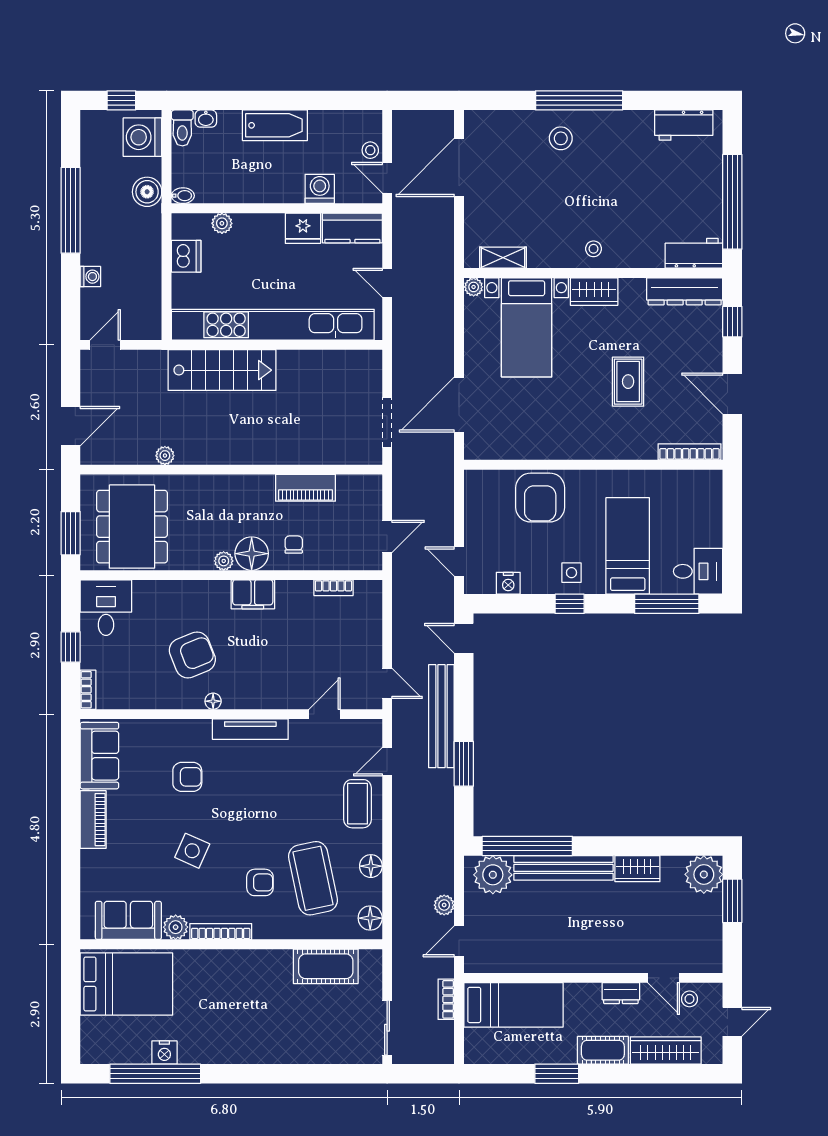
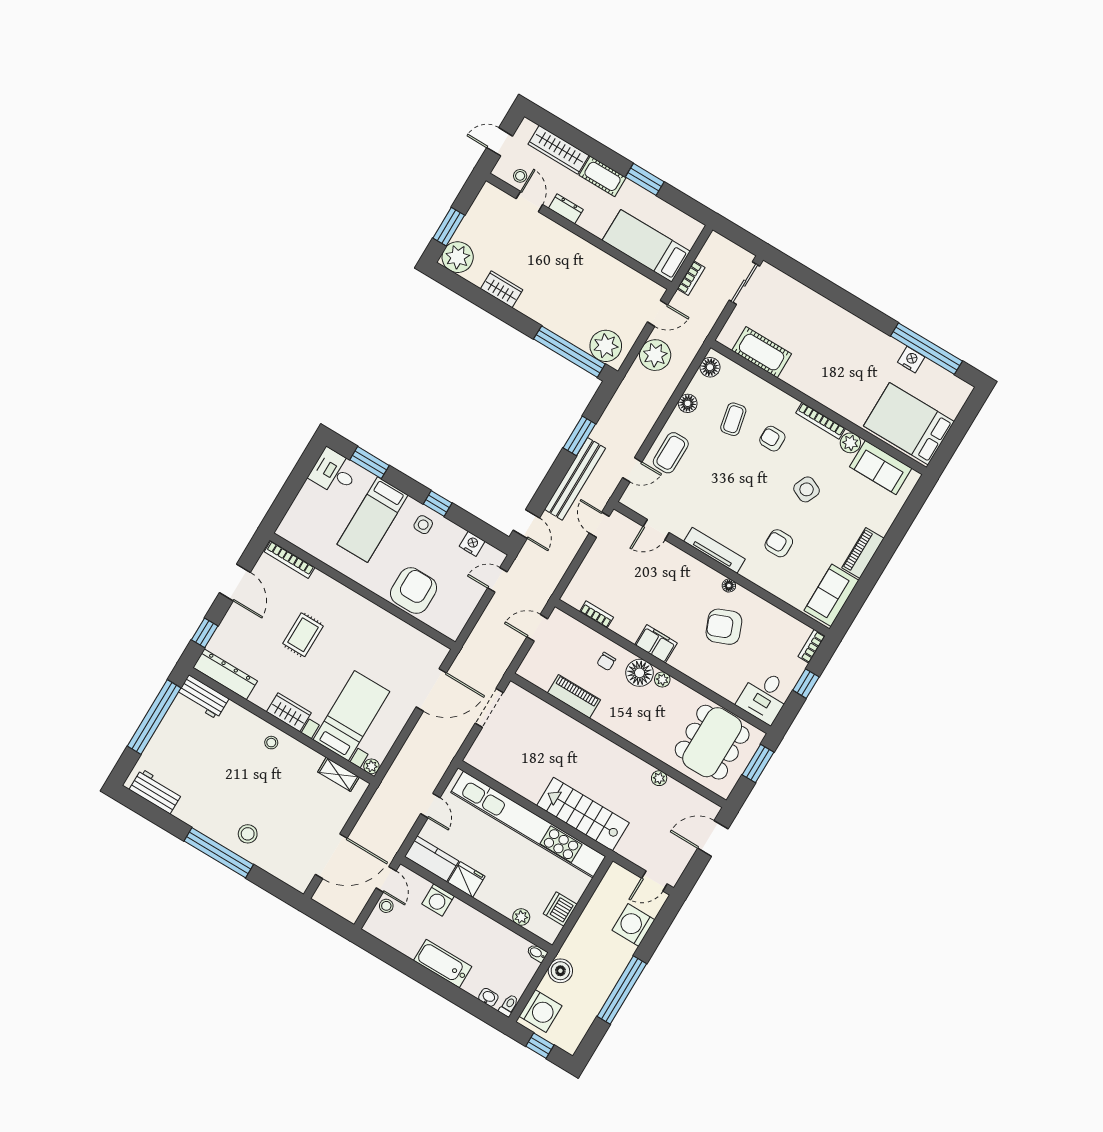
toilet: (182, 128) -> (509, 1005), width x0.73, depth x0.72
washing machine: (90, 277) -> (633, 925), width x1.89, depth x1.89
door: (459, 562) -> (497, 580), swing flipped
window: (667, 604) -> (370, 463), width x0.69
bench: (563, 868) -> (553, 321), removed
coffee table: (313, 878) -> (733, 419), width x0.54, depth x0.58
plant: (444, 905) -> (655, 355), width x1.87, depth x1.87

